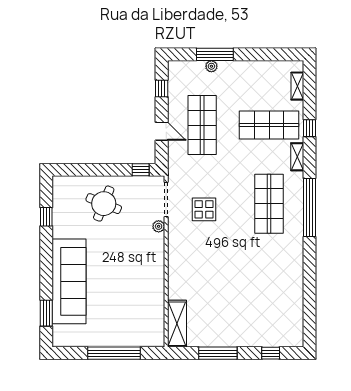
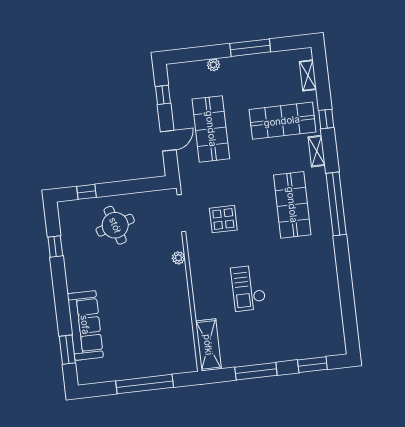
window: (215, 54) -> (250, 48), moved
door: (162, 131) -> (168, 141), hinge flipped
window: (141, 170) -> (86, 192), moved
round table: (104, 204) -> (115, 225), turned -38
plant: (159, 226) -> (178, 258), moved
checkout: (220, 276) -> (248, 288), added
sofa: (69, 281) -> (85, 325), width x0.74, depth x0.79
window: (271, 353) -> (312, 365), width x1.50

